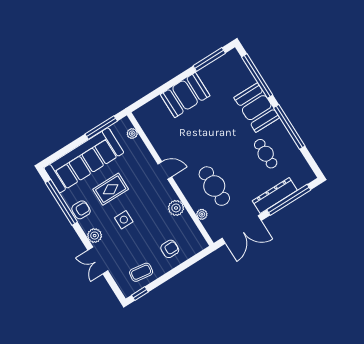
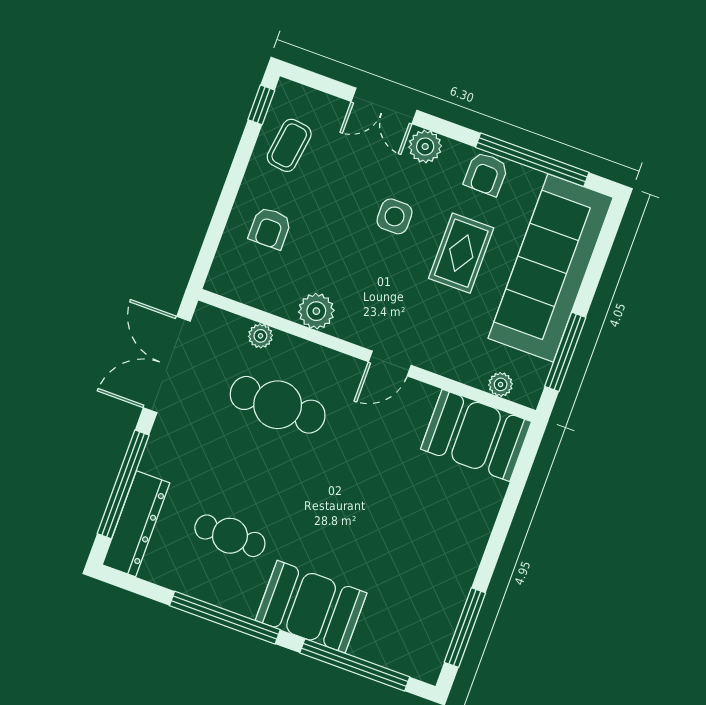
booth: (185, 95) -> (476, 435), moved, turned 90
dresser: (275, 196) -> (136, 524), moved
double door: (98, 260) -> (384, 106), swing flipped

